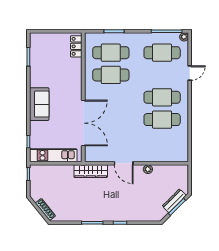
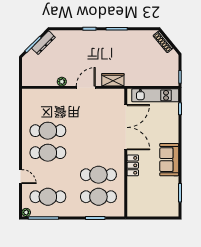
locker: (76, 46) -> (133, 165), moved
door: (190, 73) -> (21, 177), swing flipped
sofa: (39, 104) -> (169, 160), moved
double door: (83, 123) -> (126, 127), swing flipped
door: (124, 163) -> (86, 87), hinge flipped
wardrobe: (91, 171) -> (113, 80), width x0.67
dresser: (174, 201) -> (43, 43), moved

